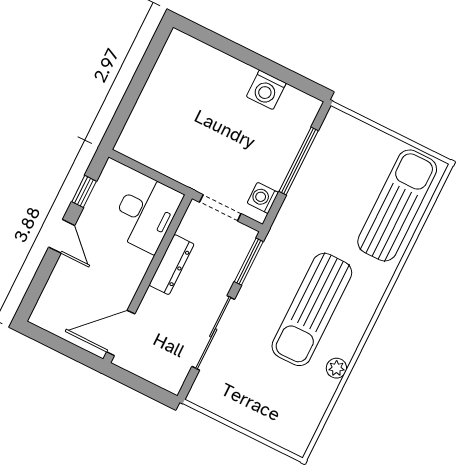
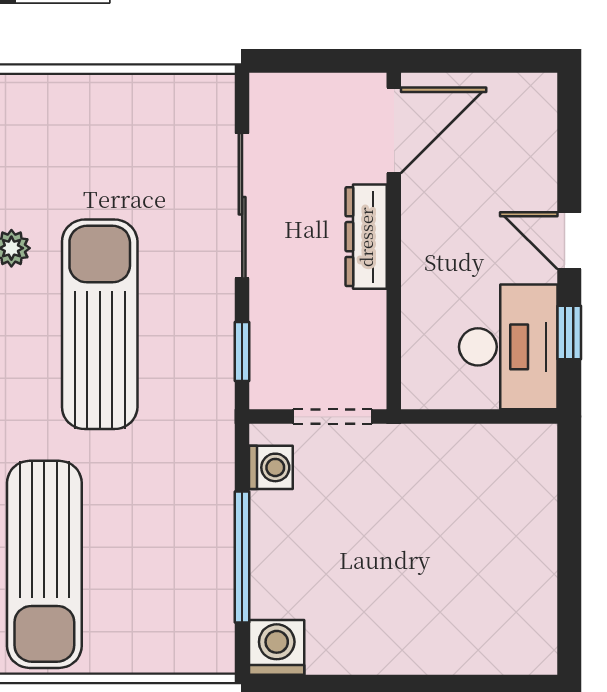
washing machine: (266, 90) -> (277, 647), moved
desk: (146, 213) -> (508, 347), moved, turned 180
window: (249, 262) -> (242, 351), width x0.67
dresser: (172, 265) -> (366, 237), moved

